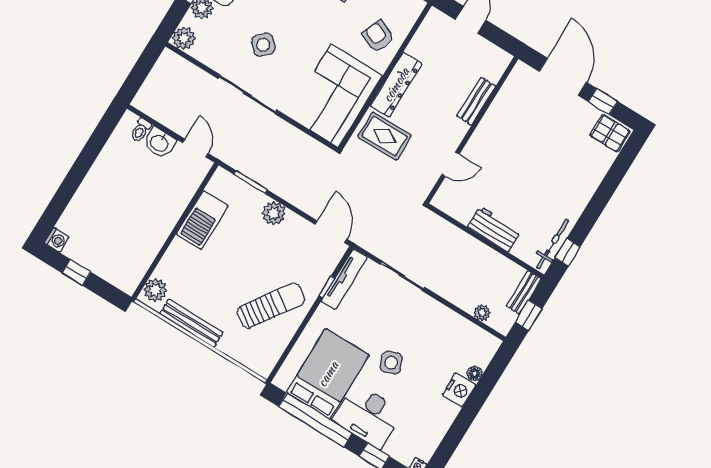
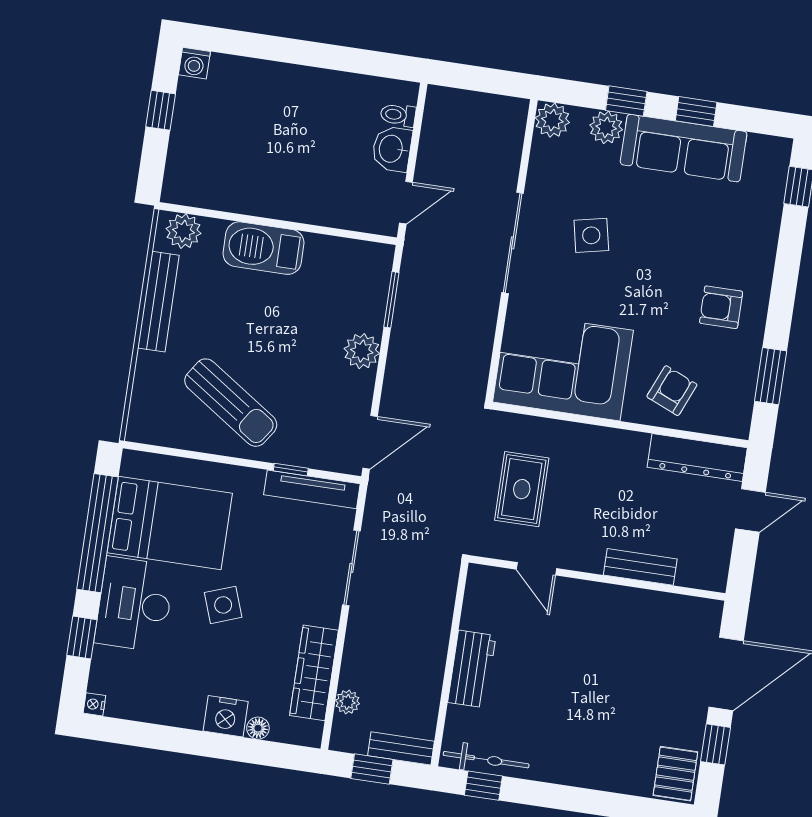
side table: (263, 45) -> (591, 235), turned 34
dresser: (396, 85) -> (697, 458), moved
rug: (384, 136) -> (522, 489), moved
barbecue: (202, 220) -> (264, 248), moved
wardrobe: (456, 325) -> (314, 673), added

